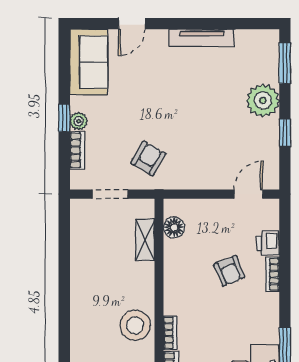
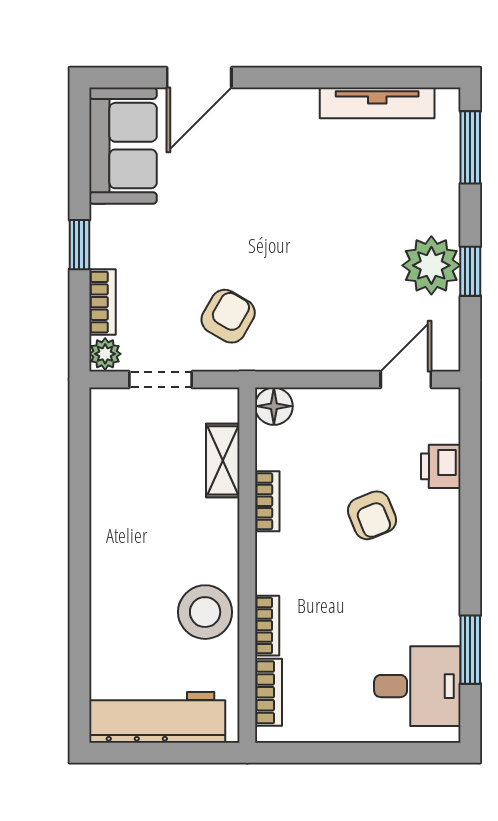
door: (132, 24) -> (199, 78), width x1.38
tv unit: (202, 38) -> (377, 103), moved
plant: (263, 101) -> (431, 265), moved
plant: (79, 121) -> (105, 354), moved
floor lamp: (174, 227) -> (274, 406), moved
bookcase: (272, 274) -> (267, 501), moved, turned 180

